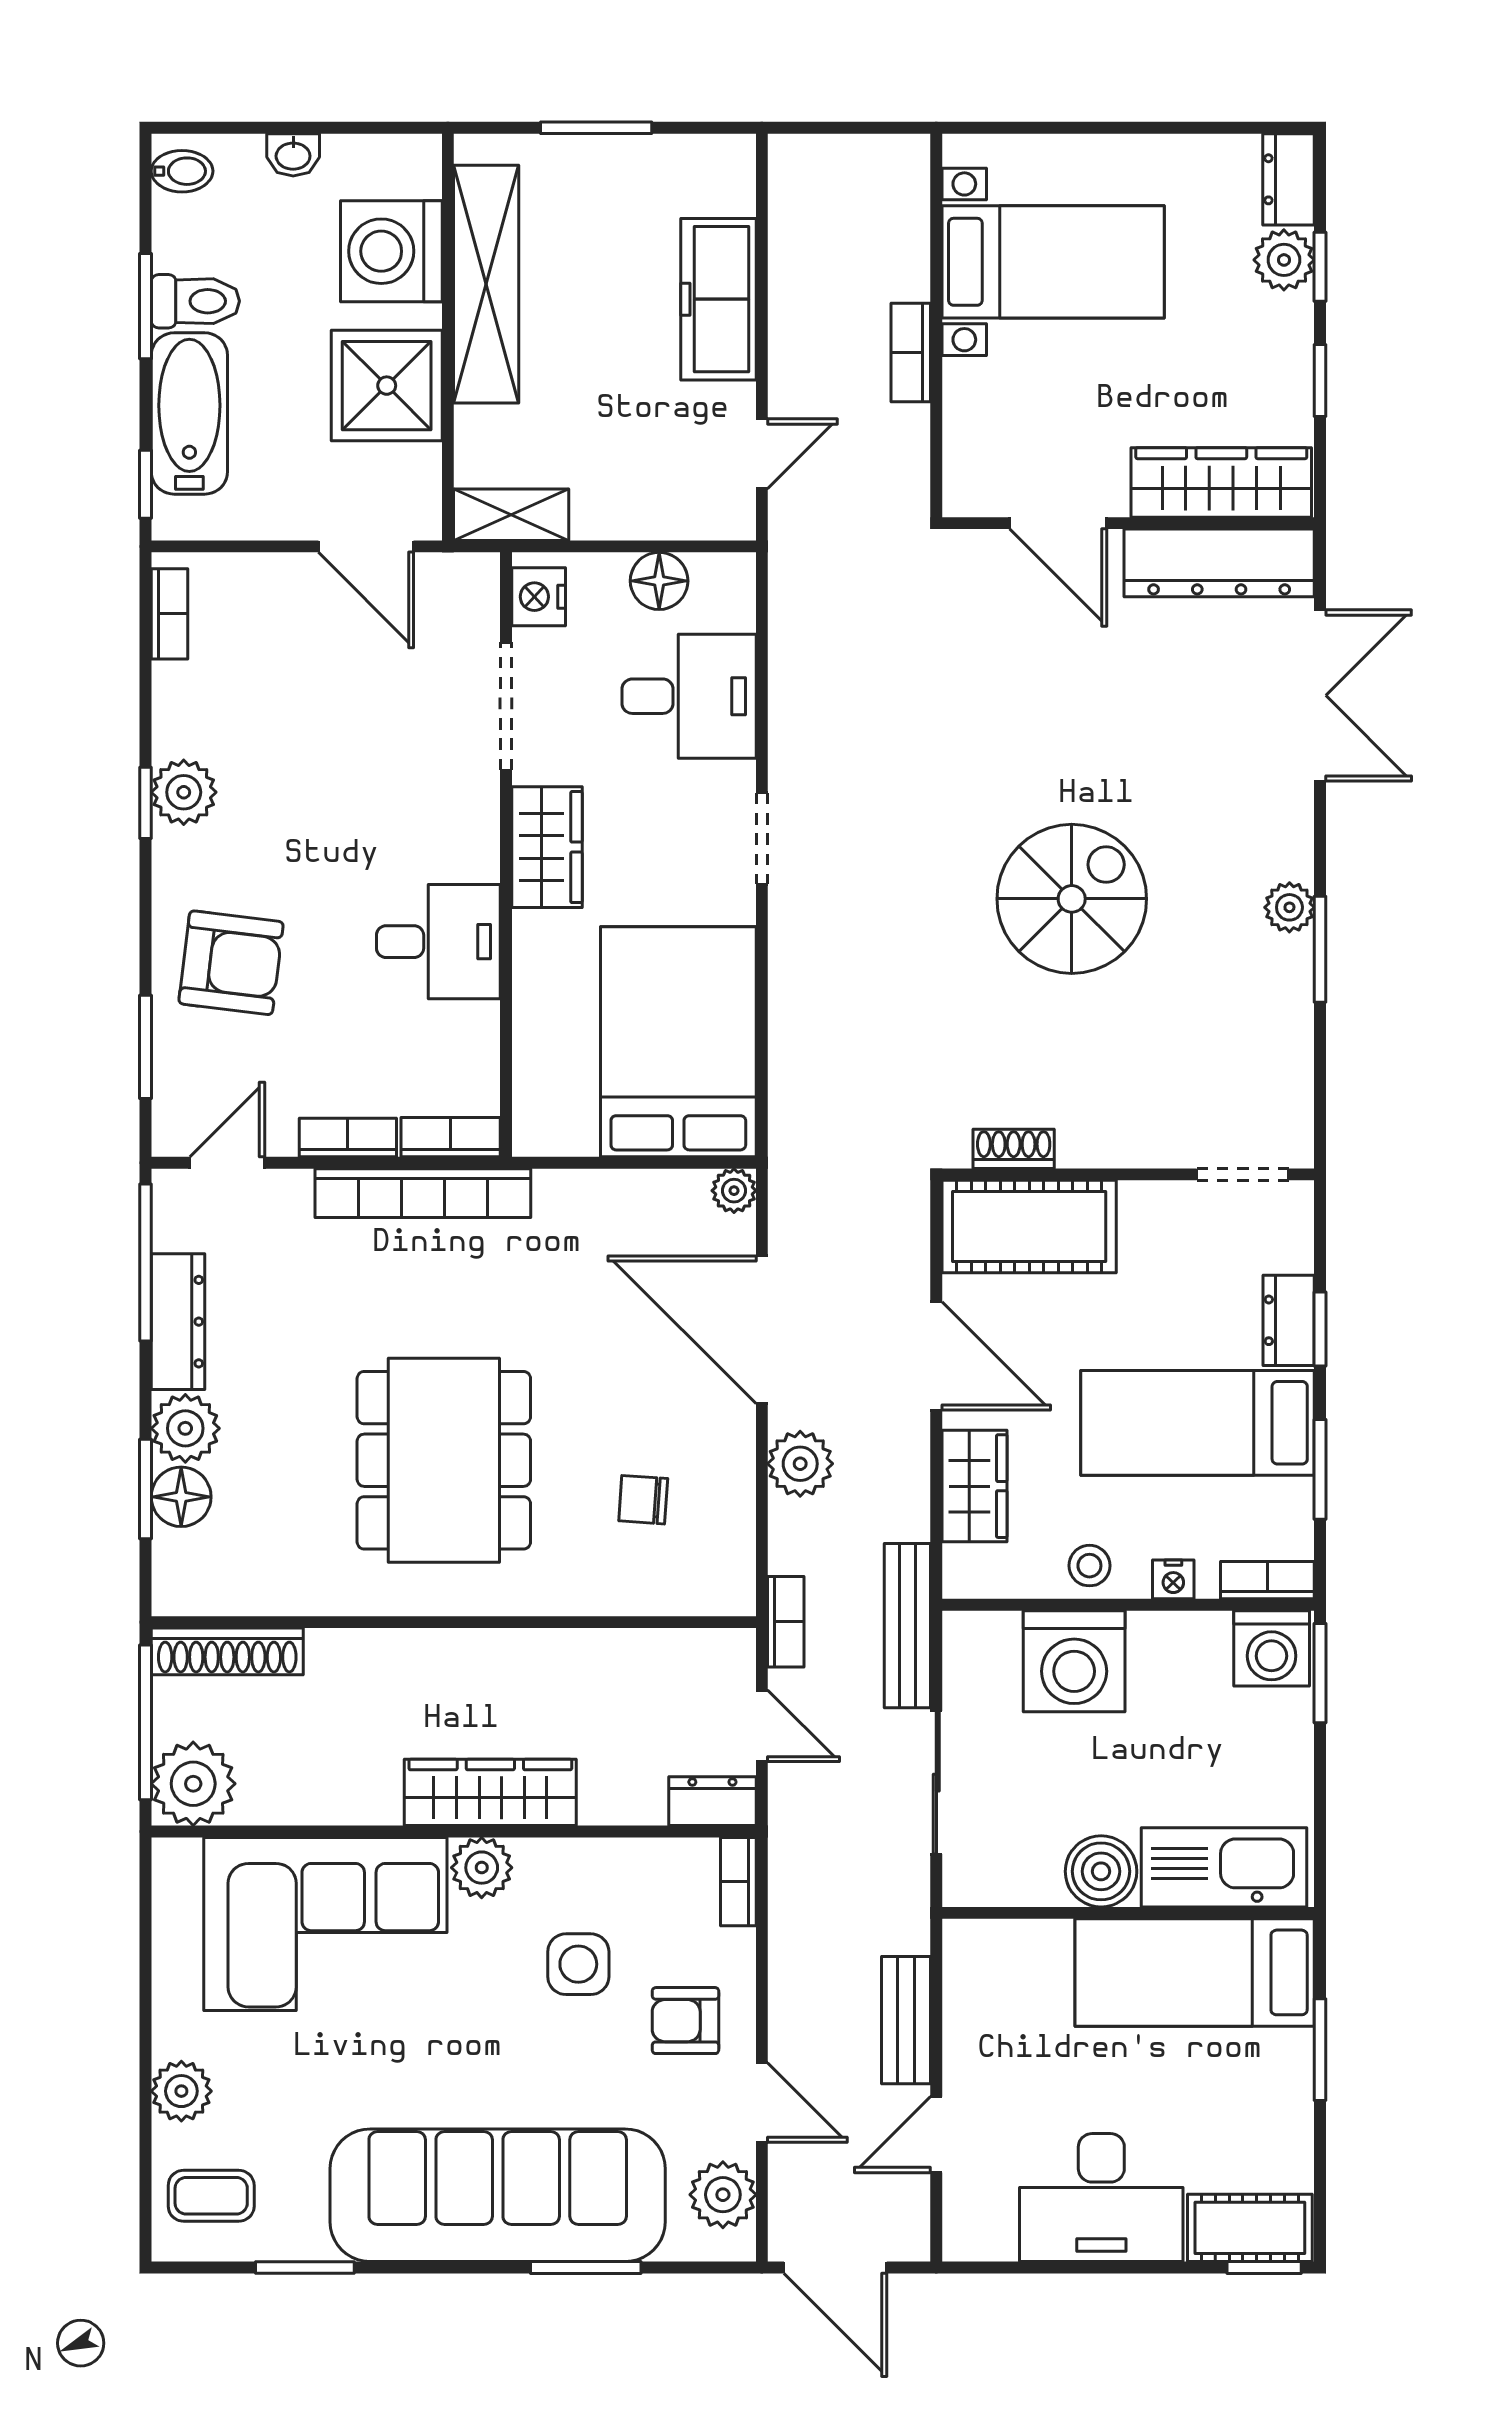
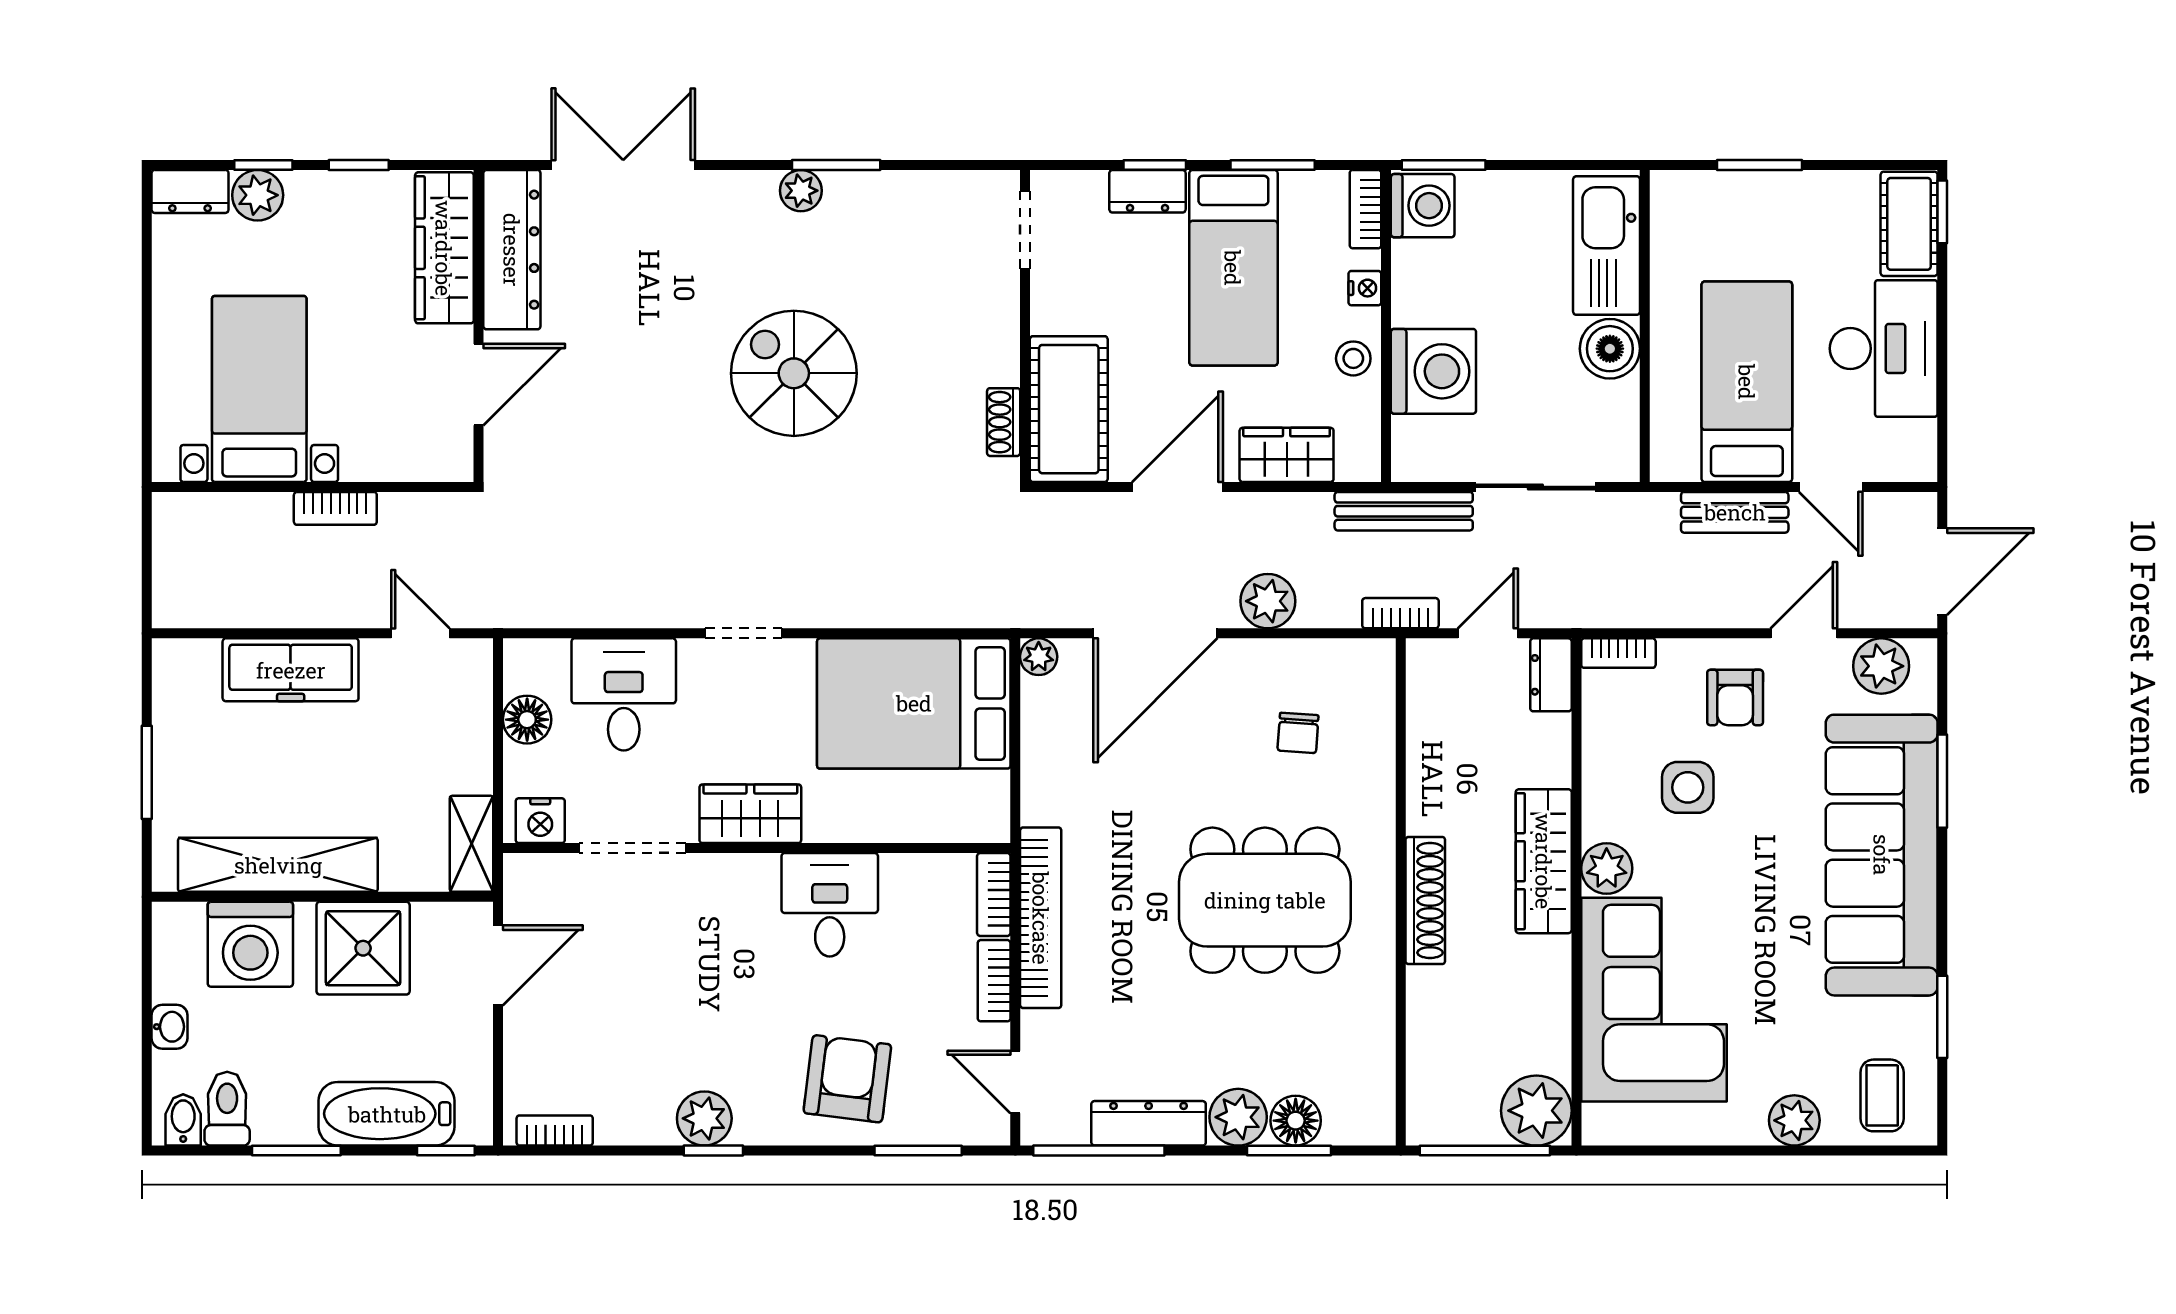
toilet: (195, 301) -> (227, 1109), moved
shoe rack: (227, 1651) -> (1425, 900), moved
bed: (1195, 1972) -> (1747, 382), moved, turned 180

